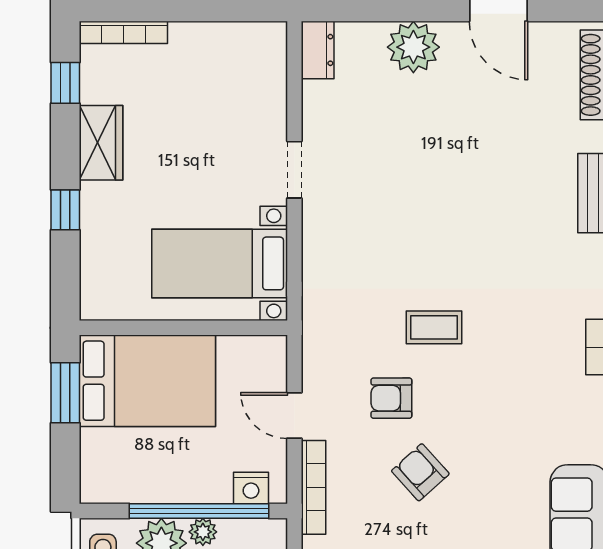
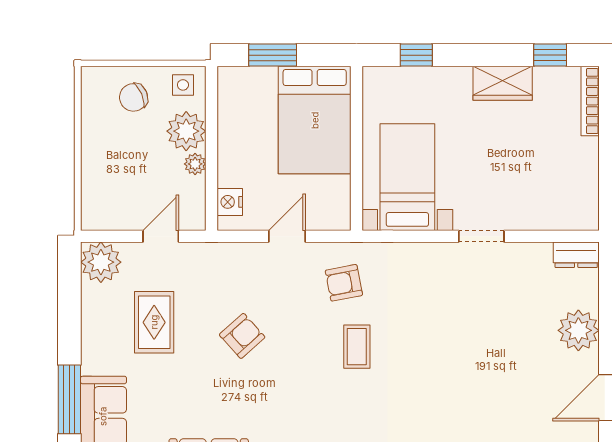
window: (65, 210) -> (416, 55), moved
window: (65, 393) -> (273, 55), moved
armchair: (391, 398) -> (344, 283), moved, turned -101
bookcase: (313, 487) -> (230, 251), removed
window: (199, 511) -> (212, 161), removed

